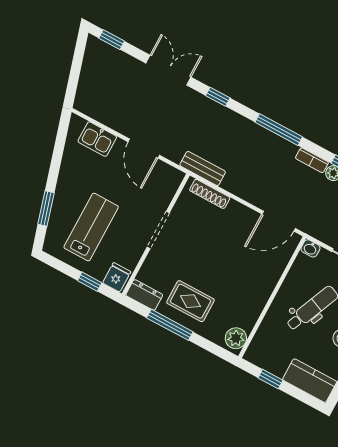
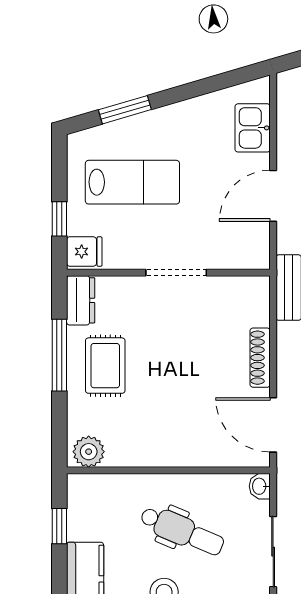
shoe rack: (210, 194) -> (260, 358), moved

